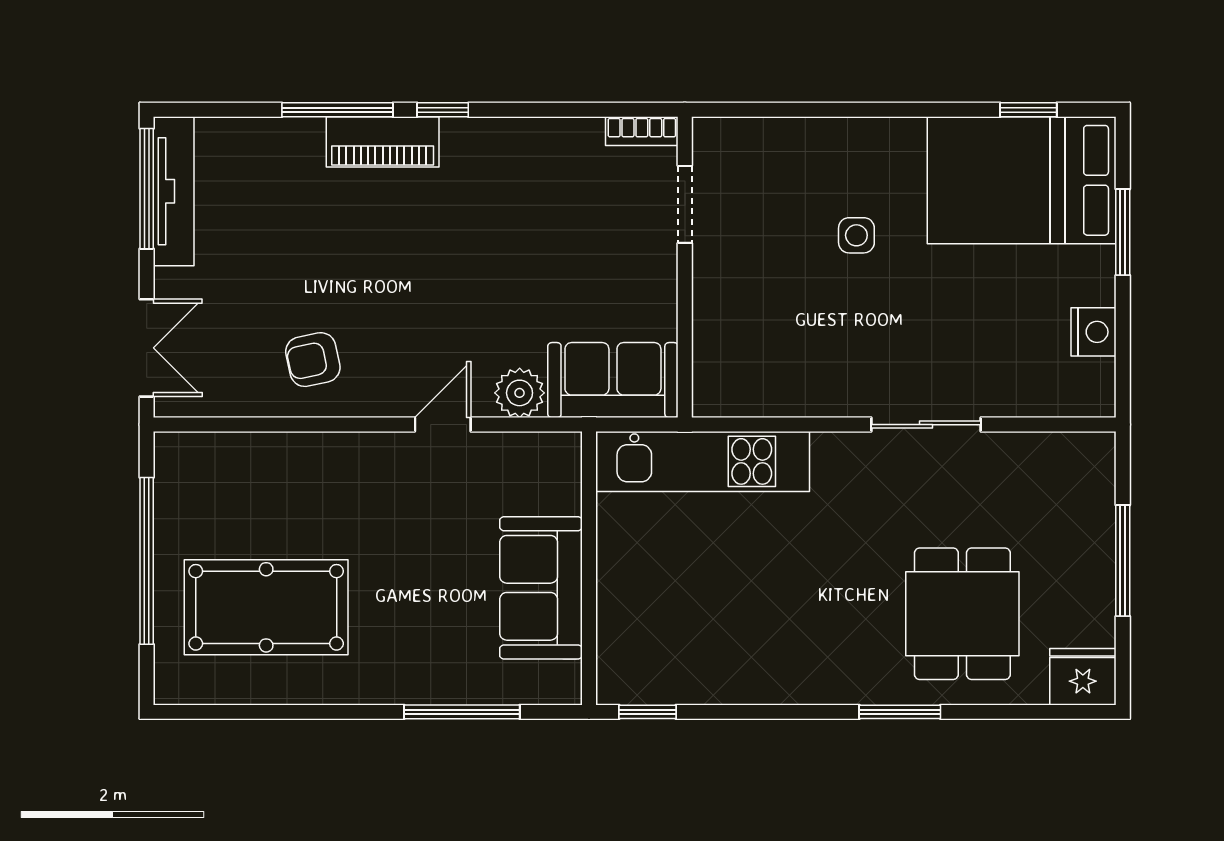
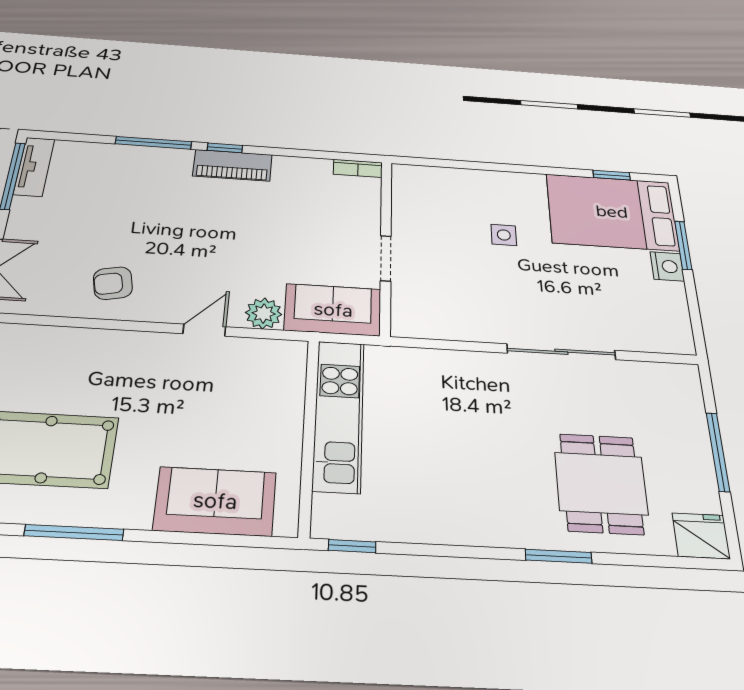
piano: (383, 142) -> (232, 165), moved
tv unit: (174, 191) -> (34, 167), width x0.71
doorway: (685, 204) -> (386, 258), moved
nightstand: (1093, 332) -> (667, 266), moved
sliding door: (926, 425) -> (561, 352), width x1.37
kitchen unit: (703, 461) -> (339, 415), moved, turned -90
sofa: (541, 588) -> (215, 501), moved, turned 90
window: (462, 712) -> (74, 532), moved

